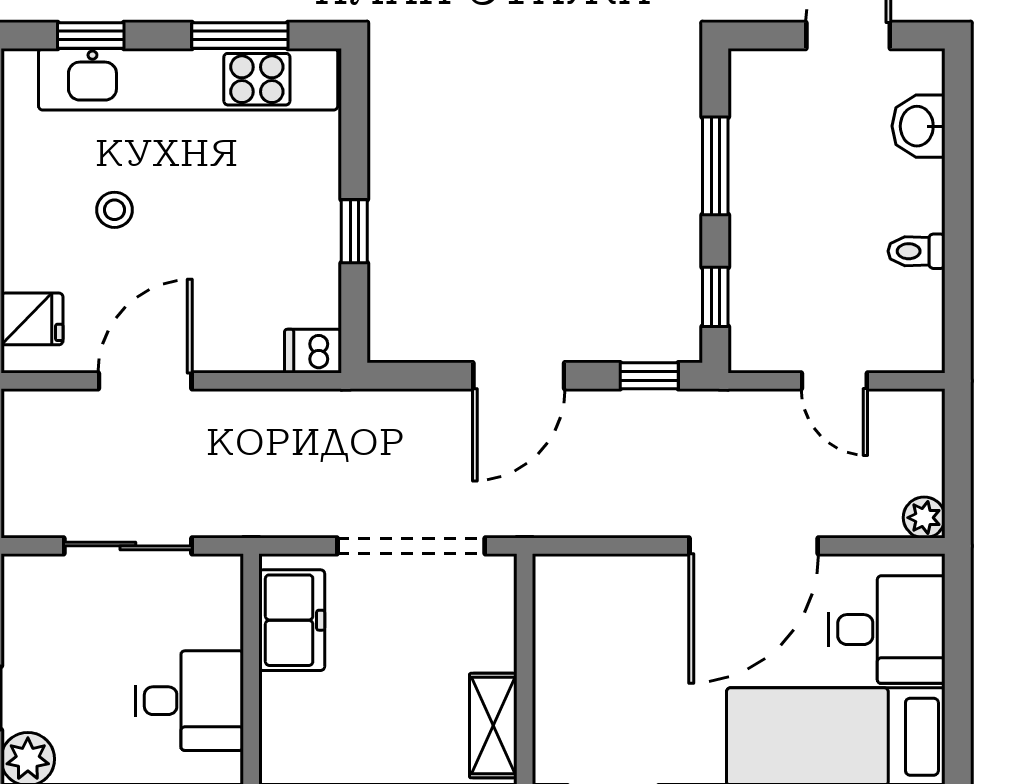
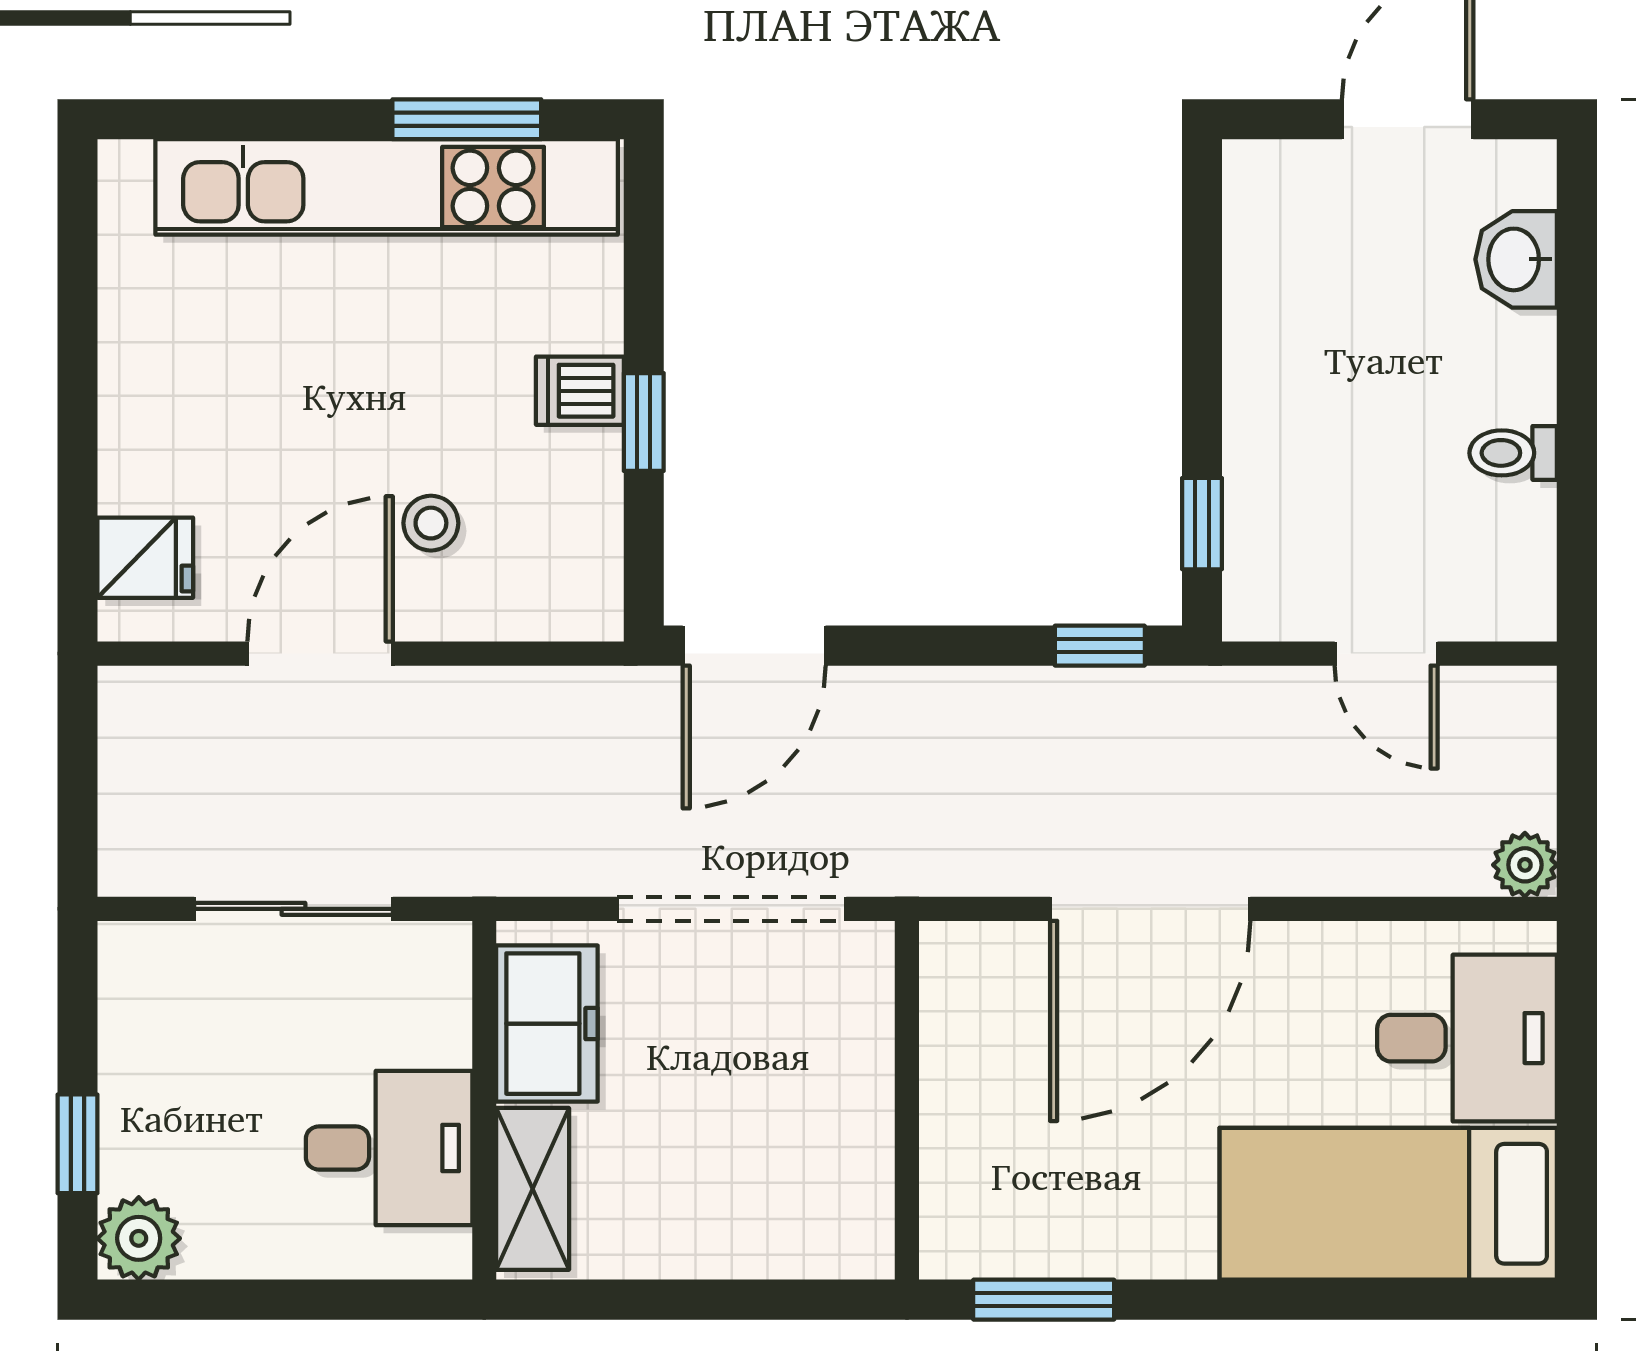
window: (91, 35) -> (236, 119), removed
window: (715, 166) -> (1202, 321), removed
stool: (114, 210) -> (431, 523), moved
dishwasher: (313, 351) -> (580, 391), moved
door: (519, 376) -> (754, 646), moved
door: (754, 546) -> (1150, 909), moved
shelving: (493, 726) -> (533, 1189), moved

